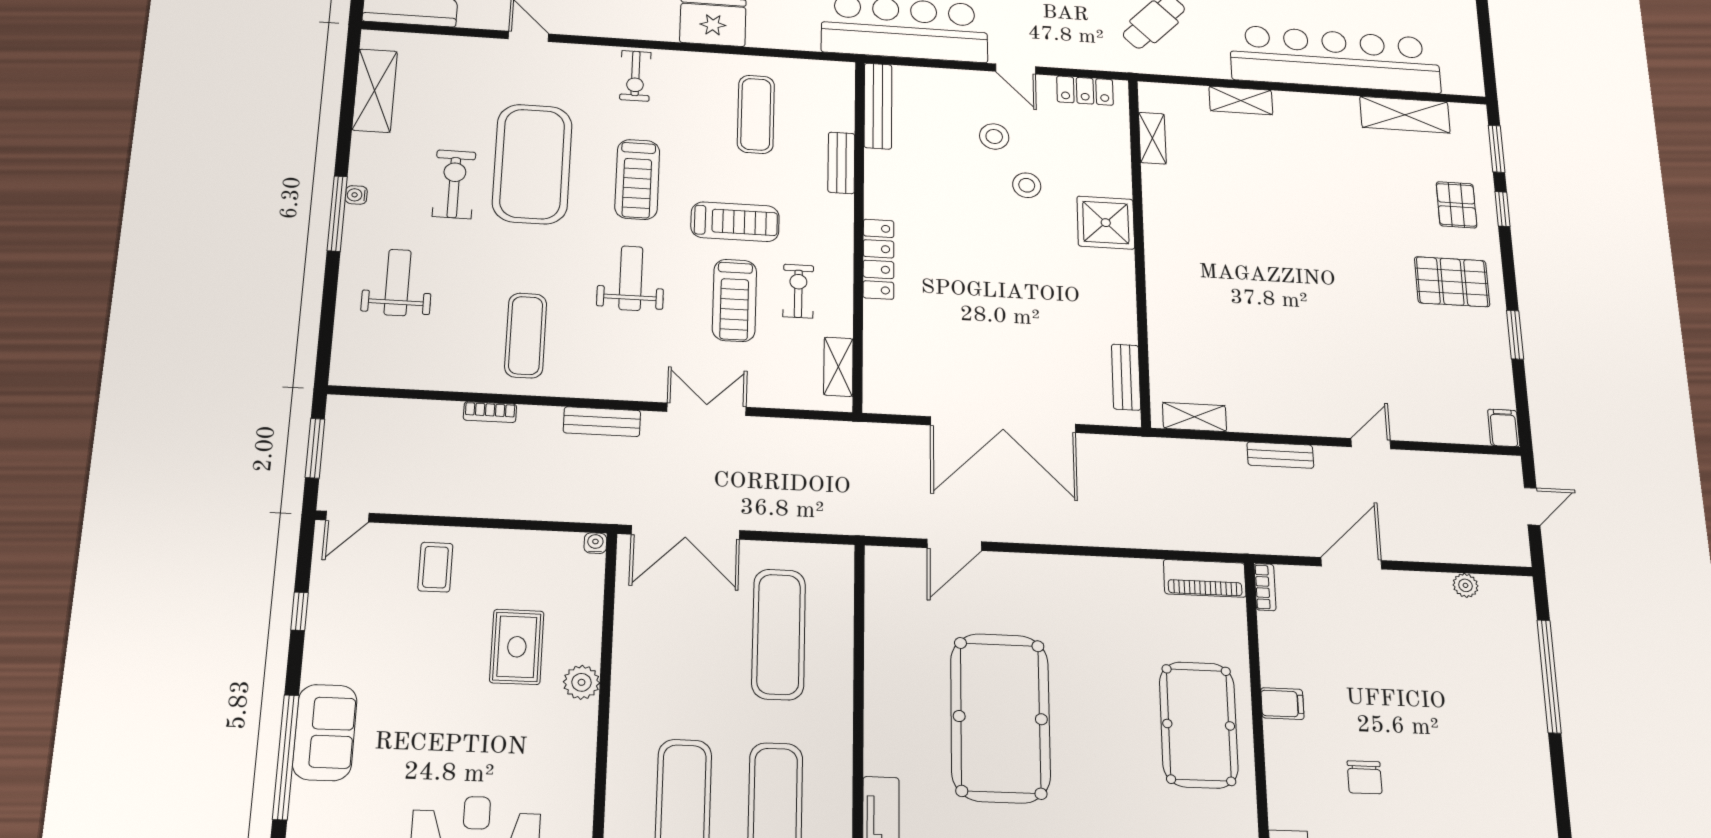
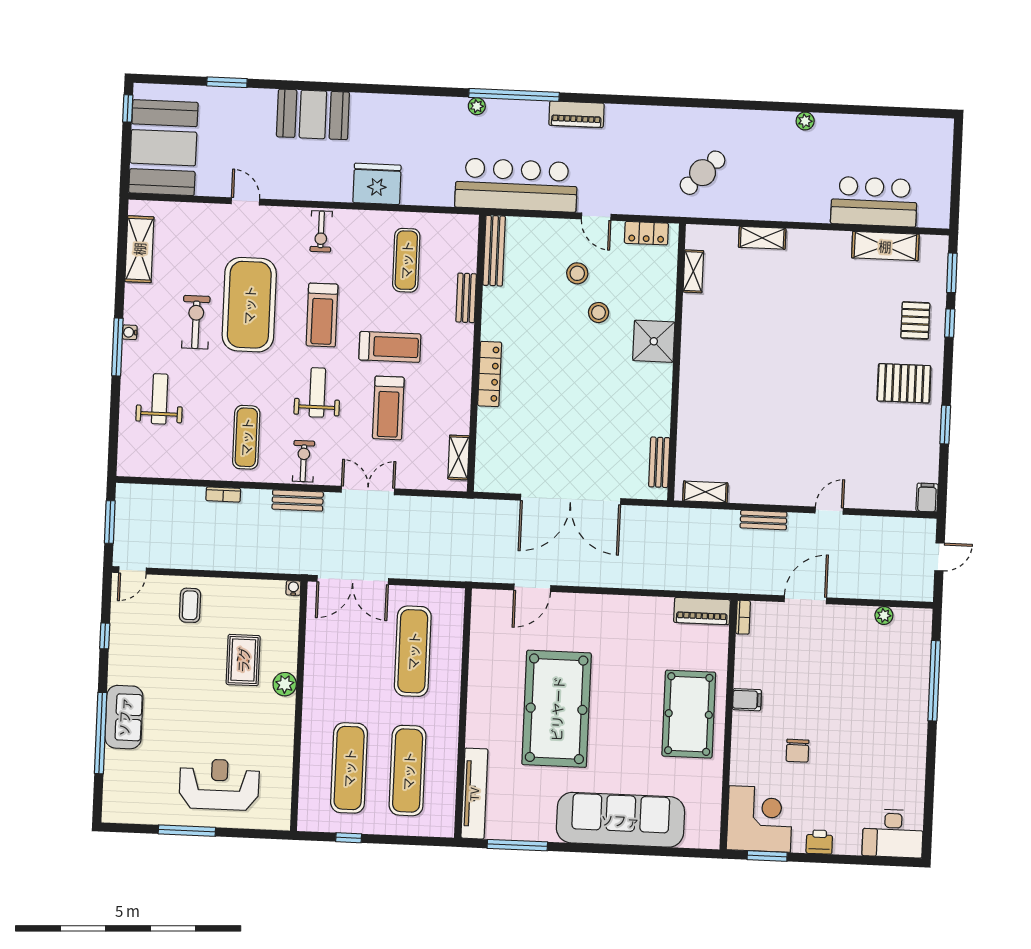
bar counter: (1335, 59) -> (874, 202), width x0.54
exercise bike: (798, 291) -> (304, 461), moved

